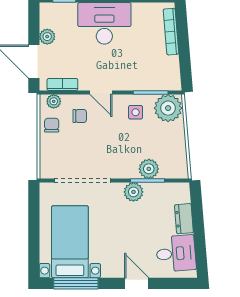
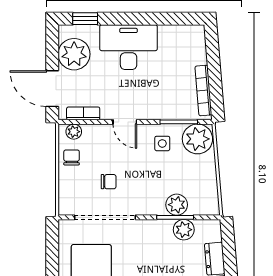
bookcase: (171, 32) -> (203, 91), moved
plant: (47, 37) -> (74, 54), width x1.88, depth x1.88
chair: (80, 116) -> (109, 182), moved
plant: (133, 192) -> (184, 230), moved

